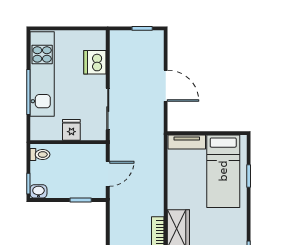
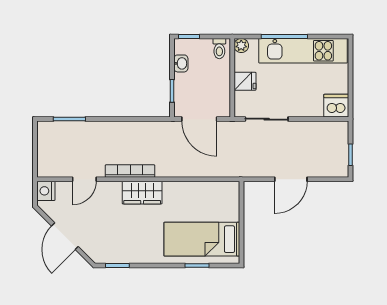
dishwasher: (95, 62) -> (336, 106), moved
plant: (37, 133) -> (241, 46), added
tv unit: (187, 142) -> (232, 201), removed
door: (108, 174) -> (199, 119), width x1.38
washbasin: (38, 191) -> (181, 63), moved

